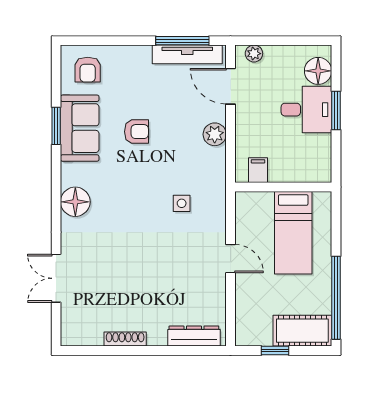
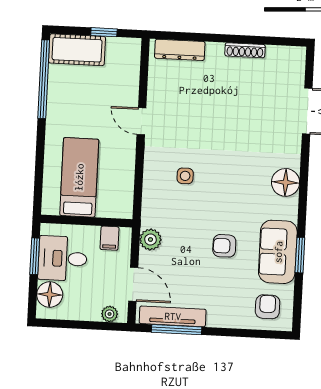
filing cabinet: (258, 170) -> (110, 238), moved
wall: (283, 187) -> (86, 221), moved
bed: (293, 233) -> (79, 177), moved

